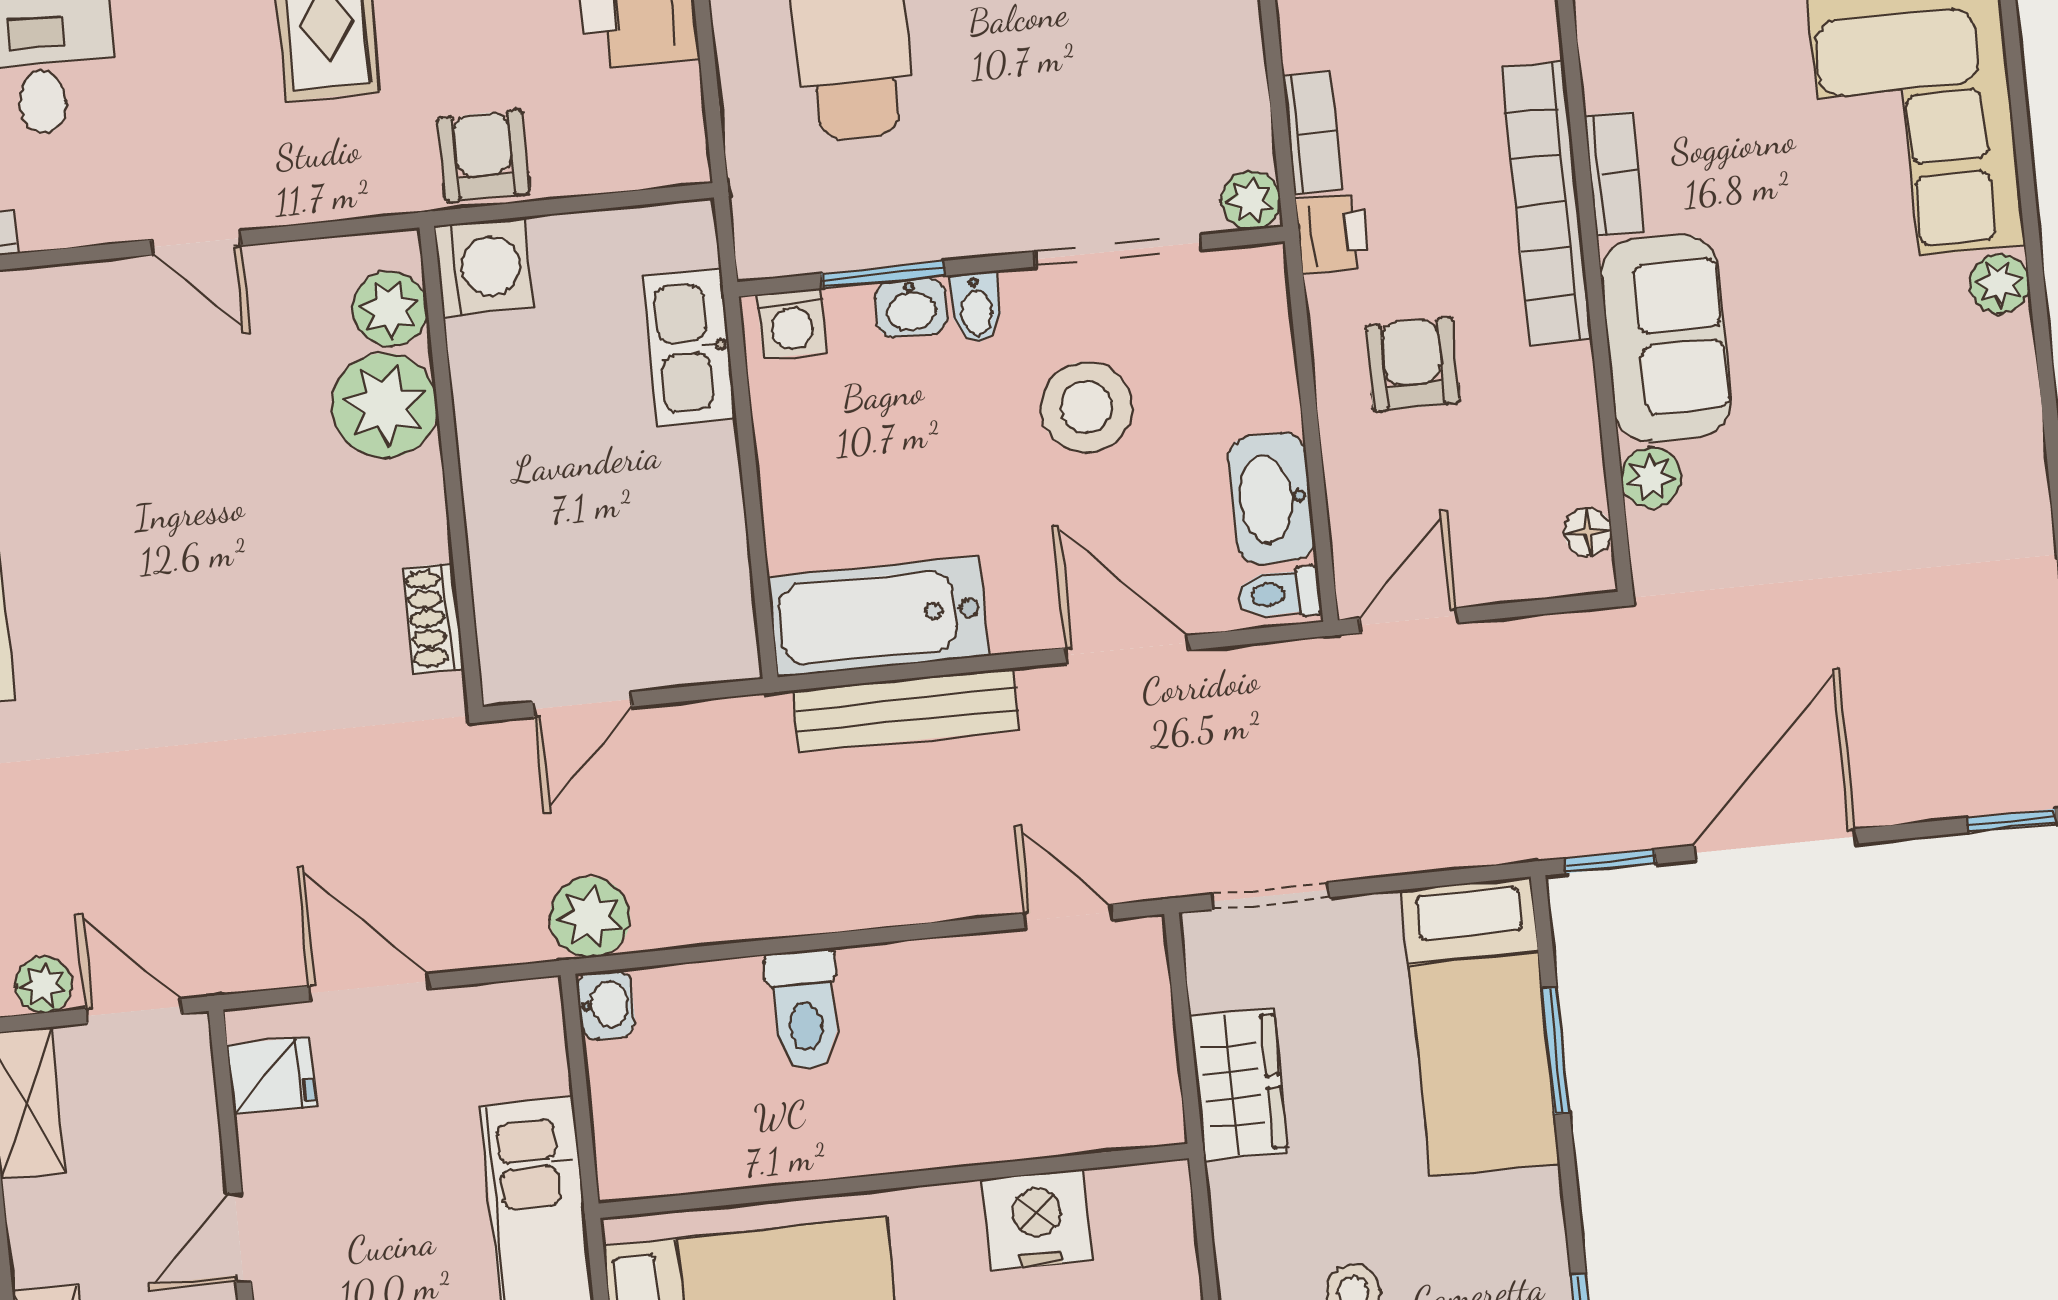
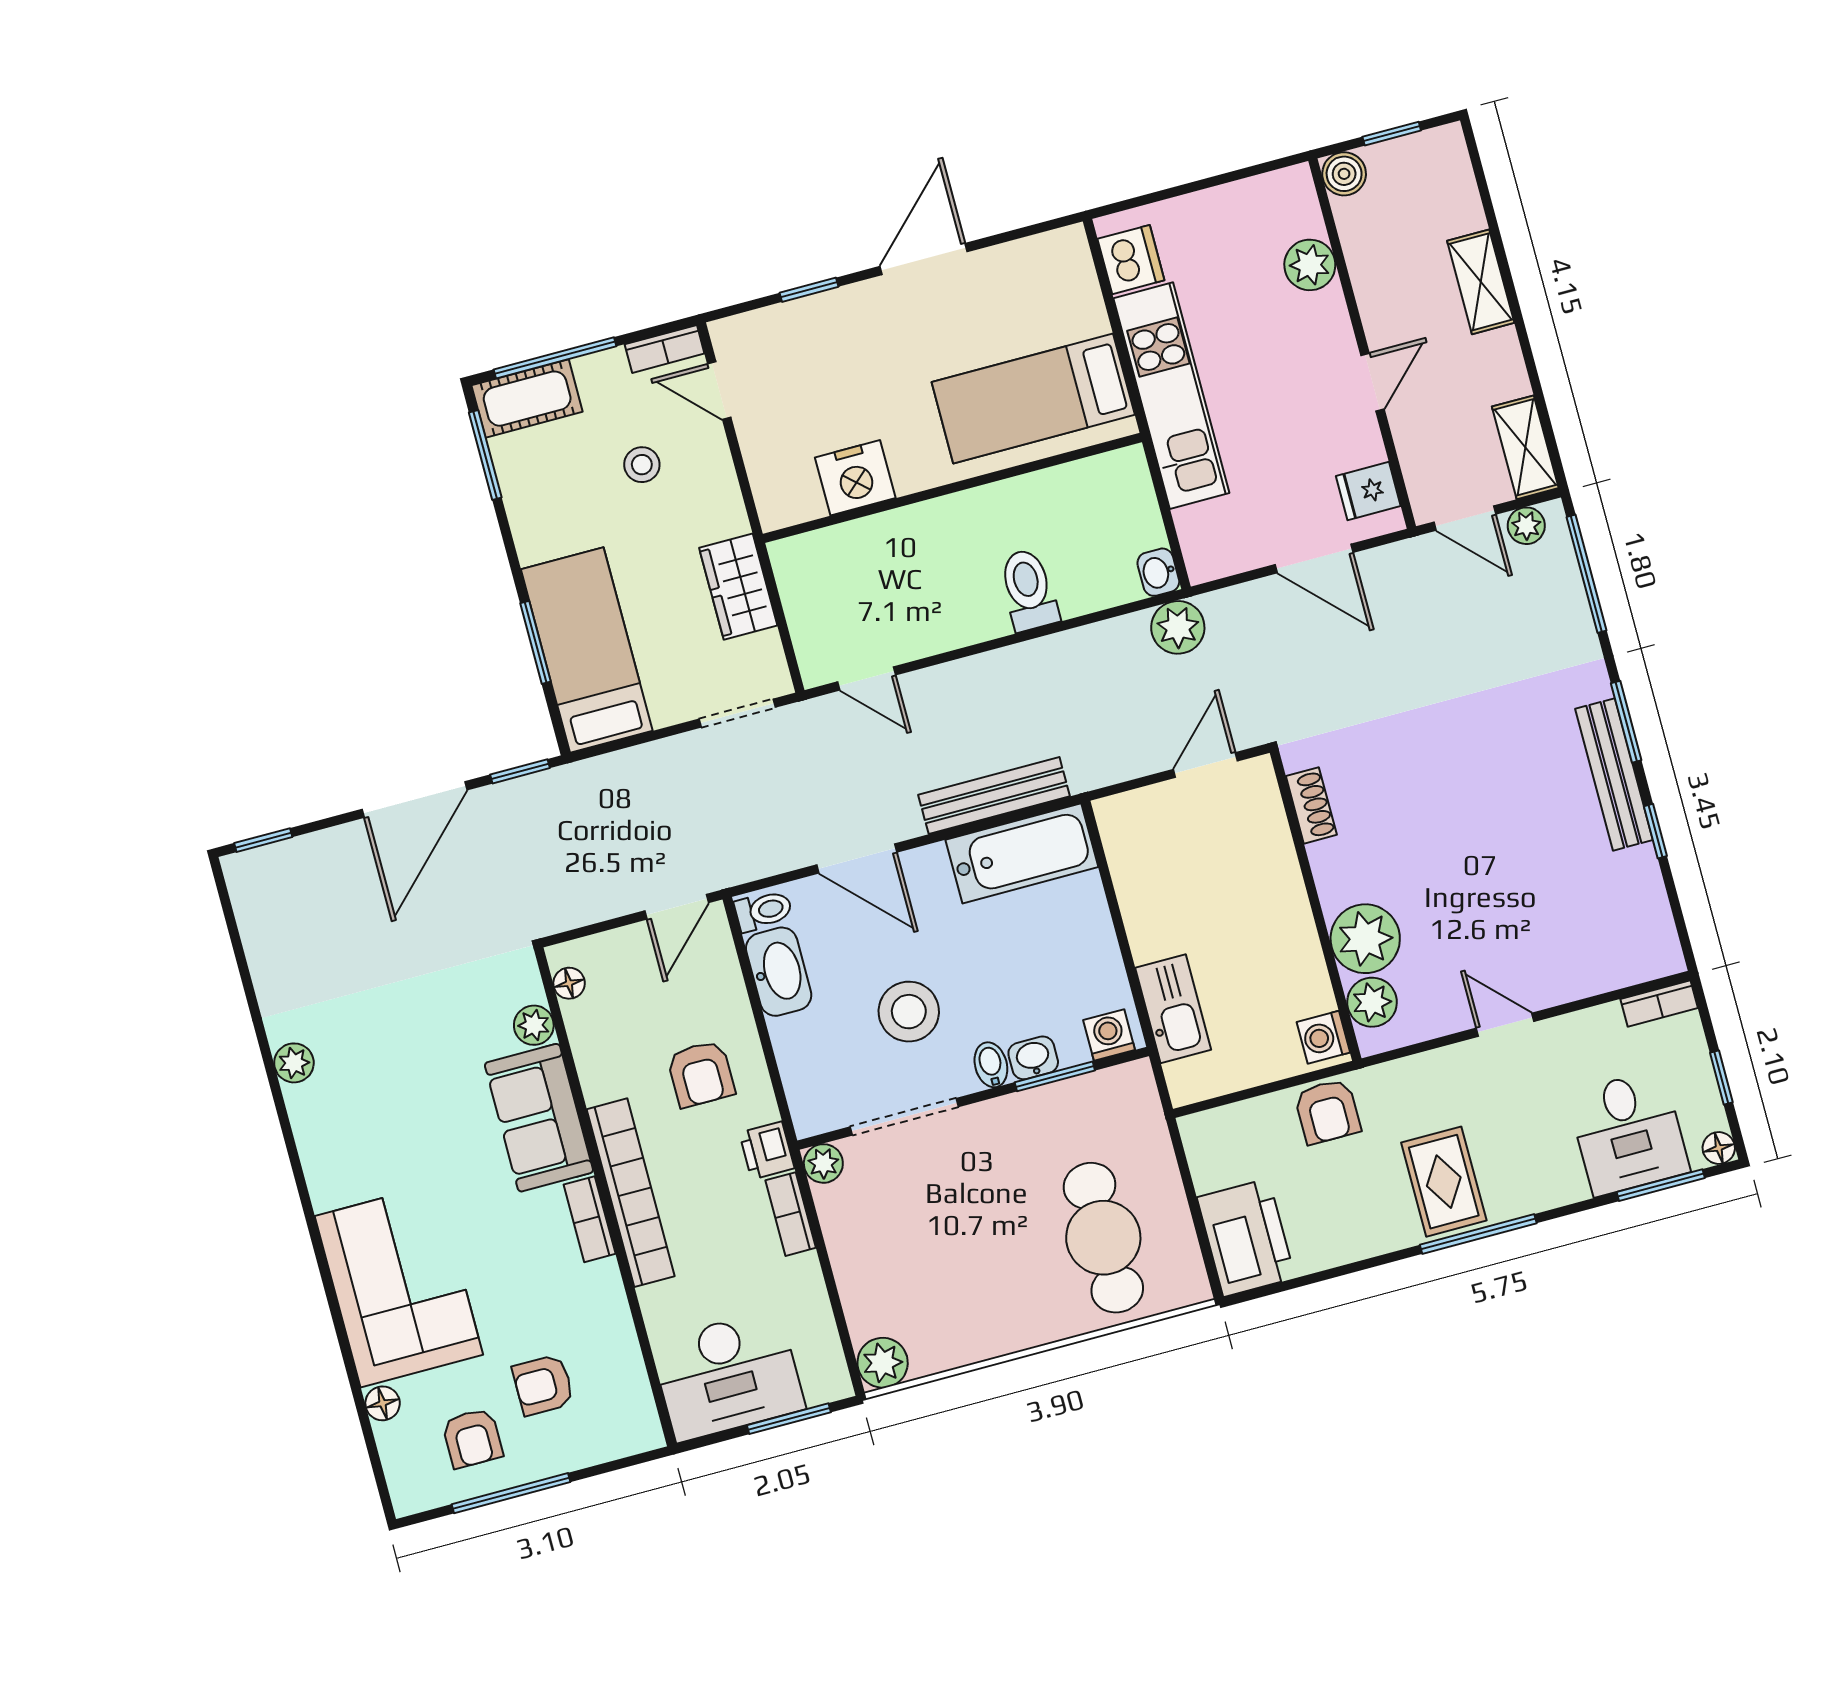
washing machine: (484, 267) -> (1323, 1037), width x0.73, depth x0.73
plant: (1999, 284) -> (294, 1063), moved

